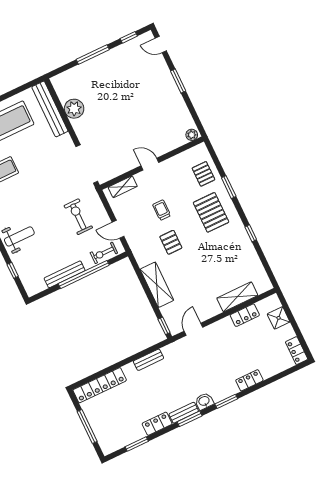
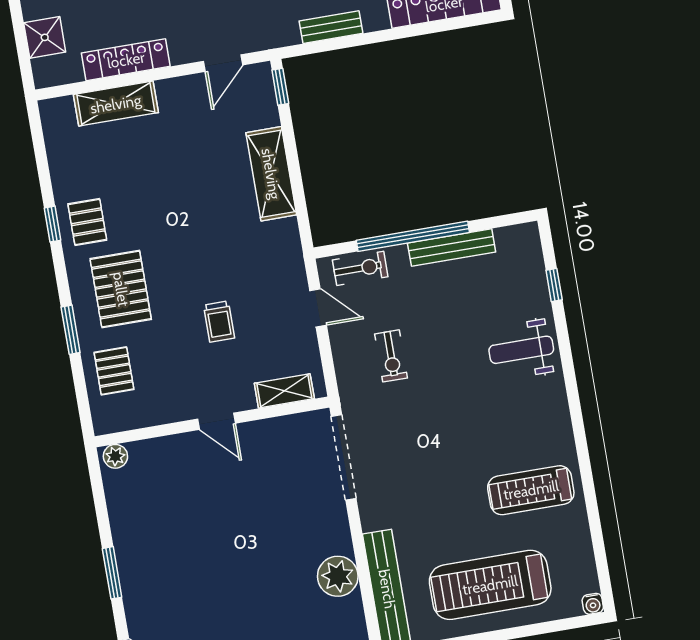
exercise bike: (78, 217) -> (391, 356), width x0.73, depth x0.72
pallet: (171, 242) -> (87, 222), moved
locker: (245, 315) -> (126, 60), width x1.53

